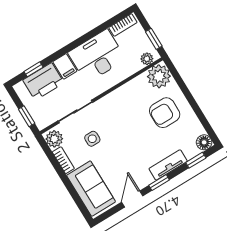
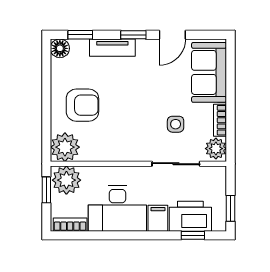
plant: (147, 59) -> (66, 180), width x1.88, depth x1.88
window: (27, 116) -> (231, 208), moved

